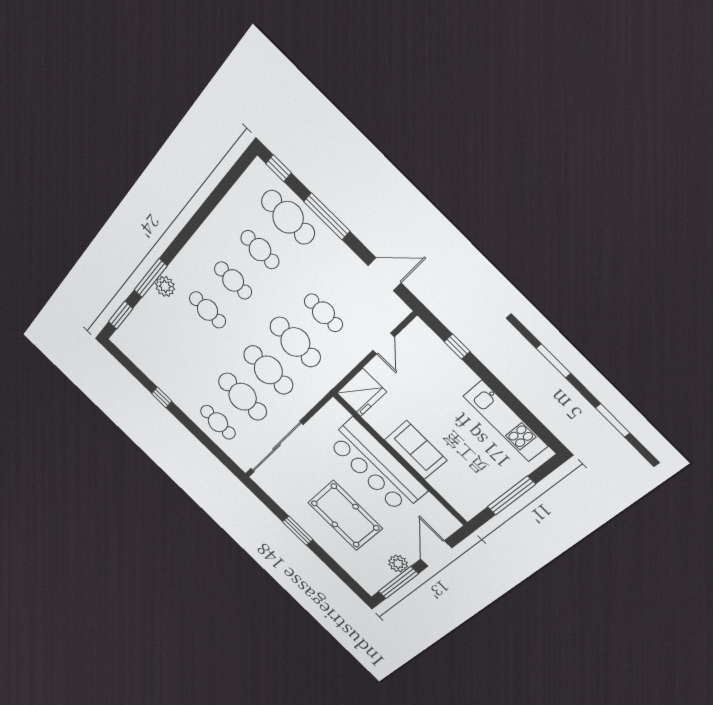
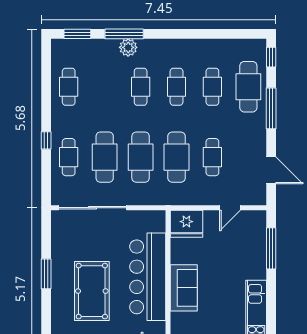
window: (457, 347) -> (271, 248), width x2.17
cafe table: (160, 365) -> (69, 87), added
window: (162, 397) -> (46, 140), moved

